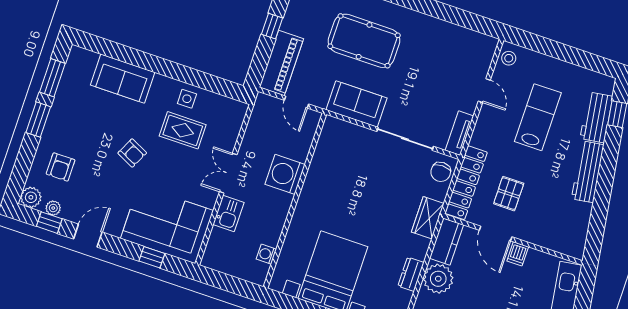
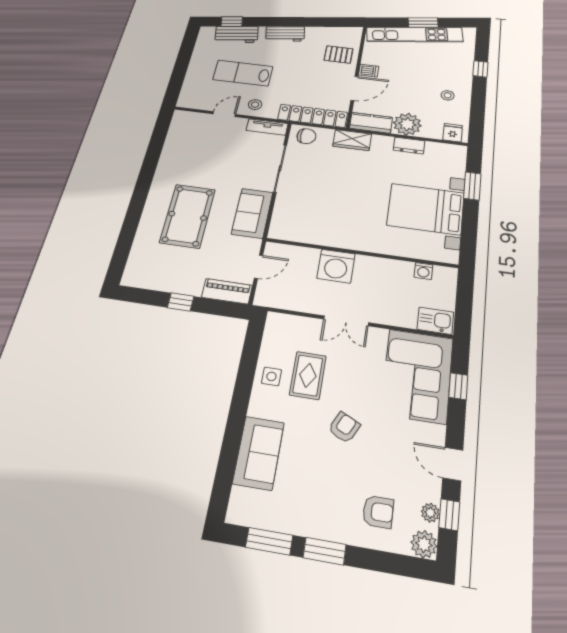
stool: (509, 58) -> (255, 105), moved
piano: (281, 63) -> (227, 291), width x0.73, depth x0.75
workbench: (588, 172) -> (285, 34), width x0.73
pallet: (509, 194) -> (339, 55), moved
kitchen sink: (228, 214) -> (435, 321), moved

